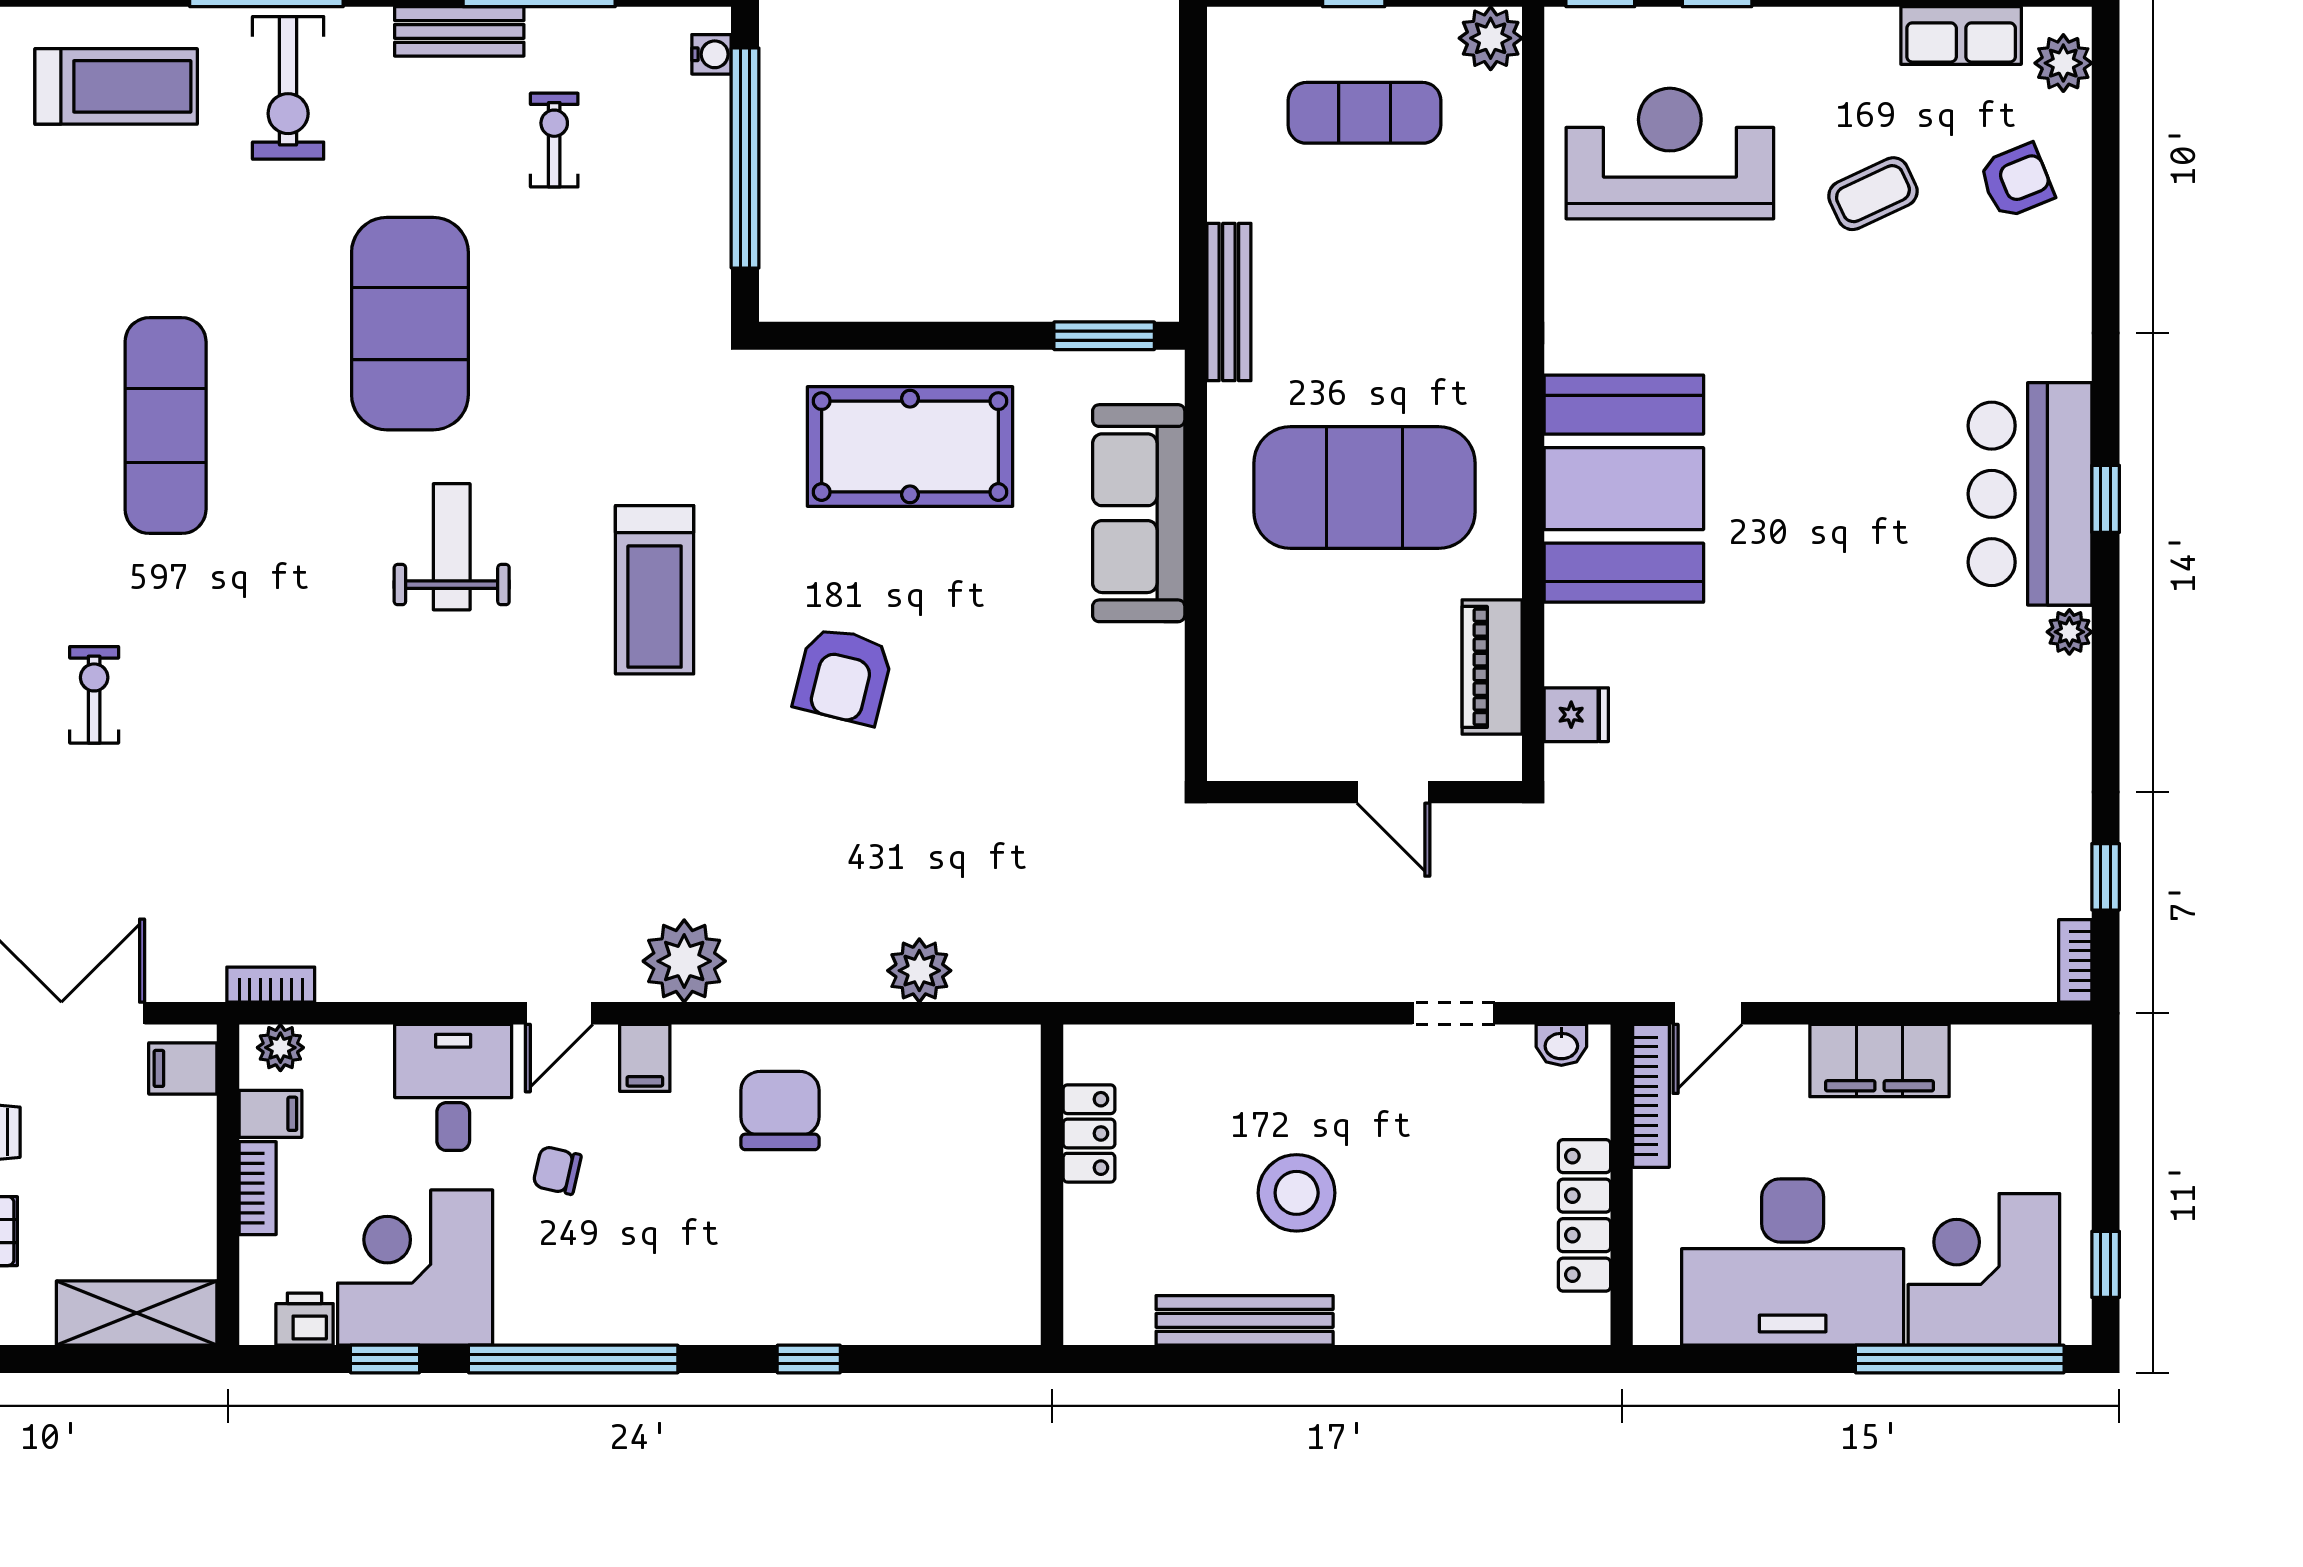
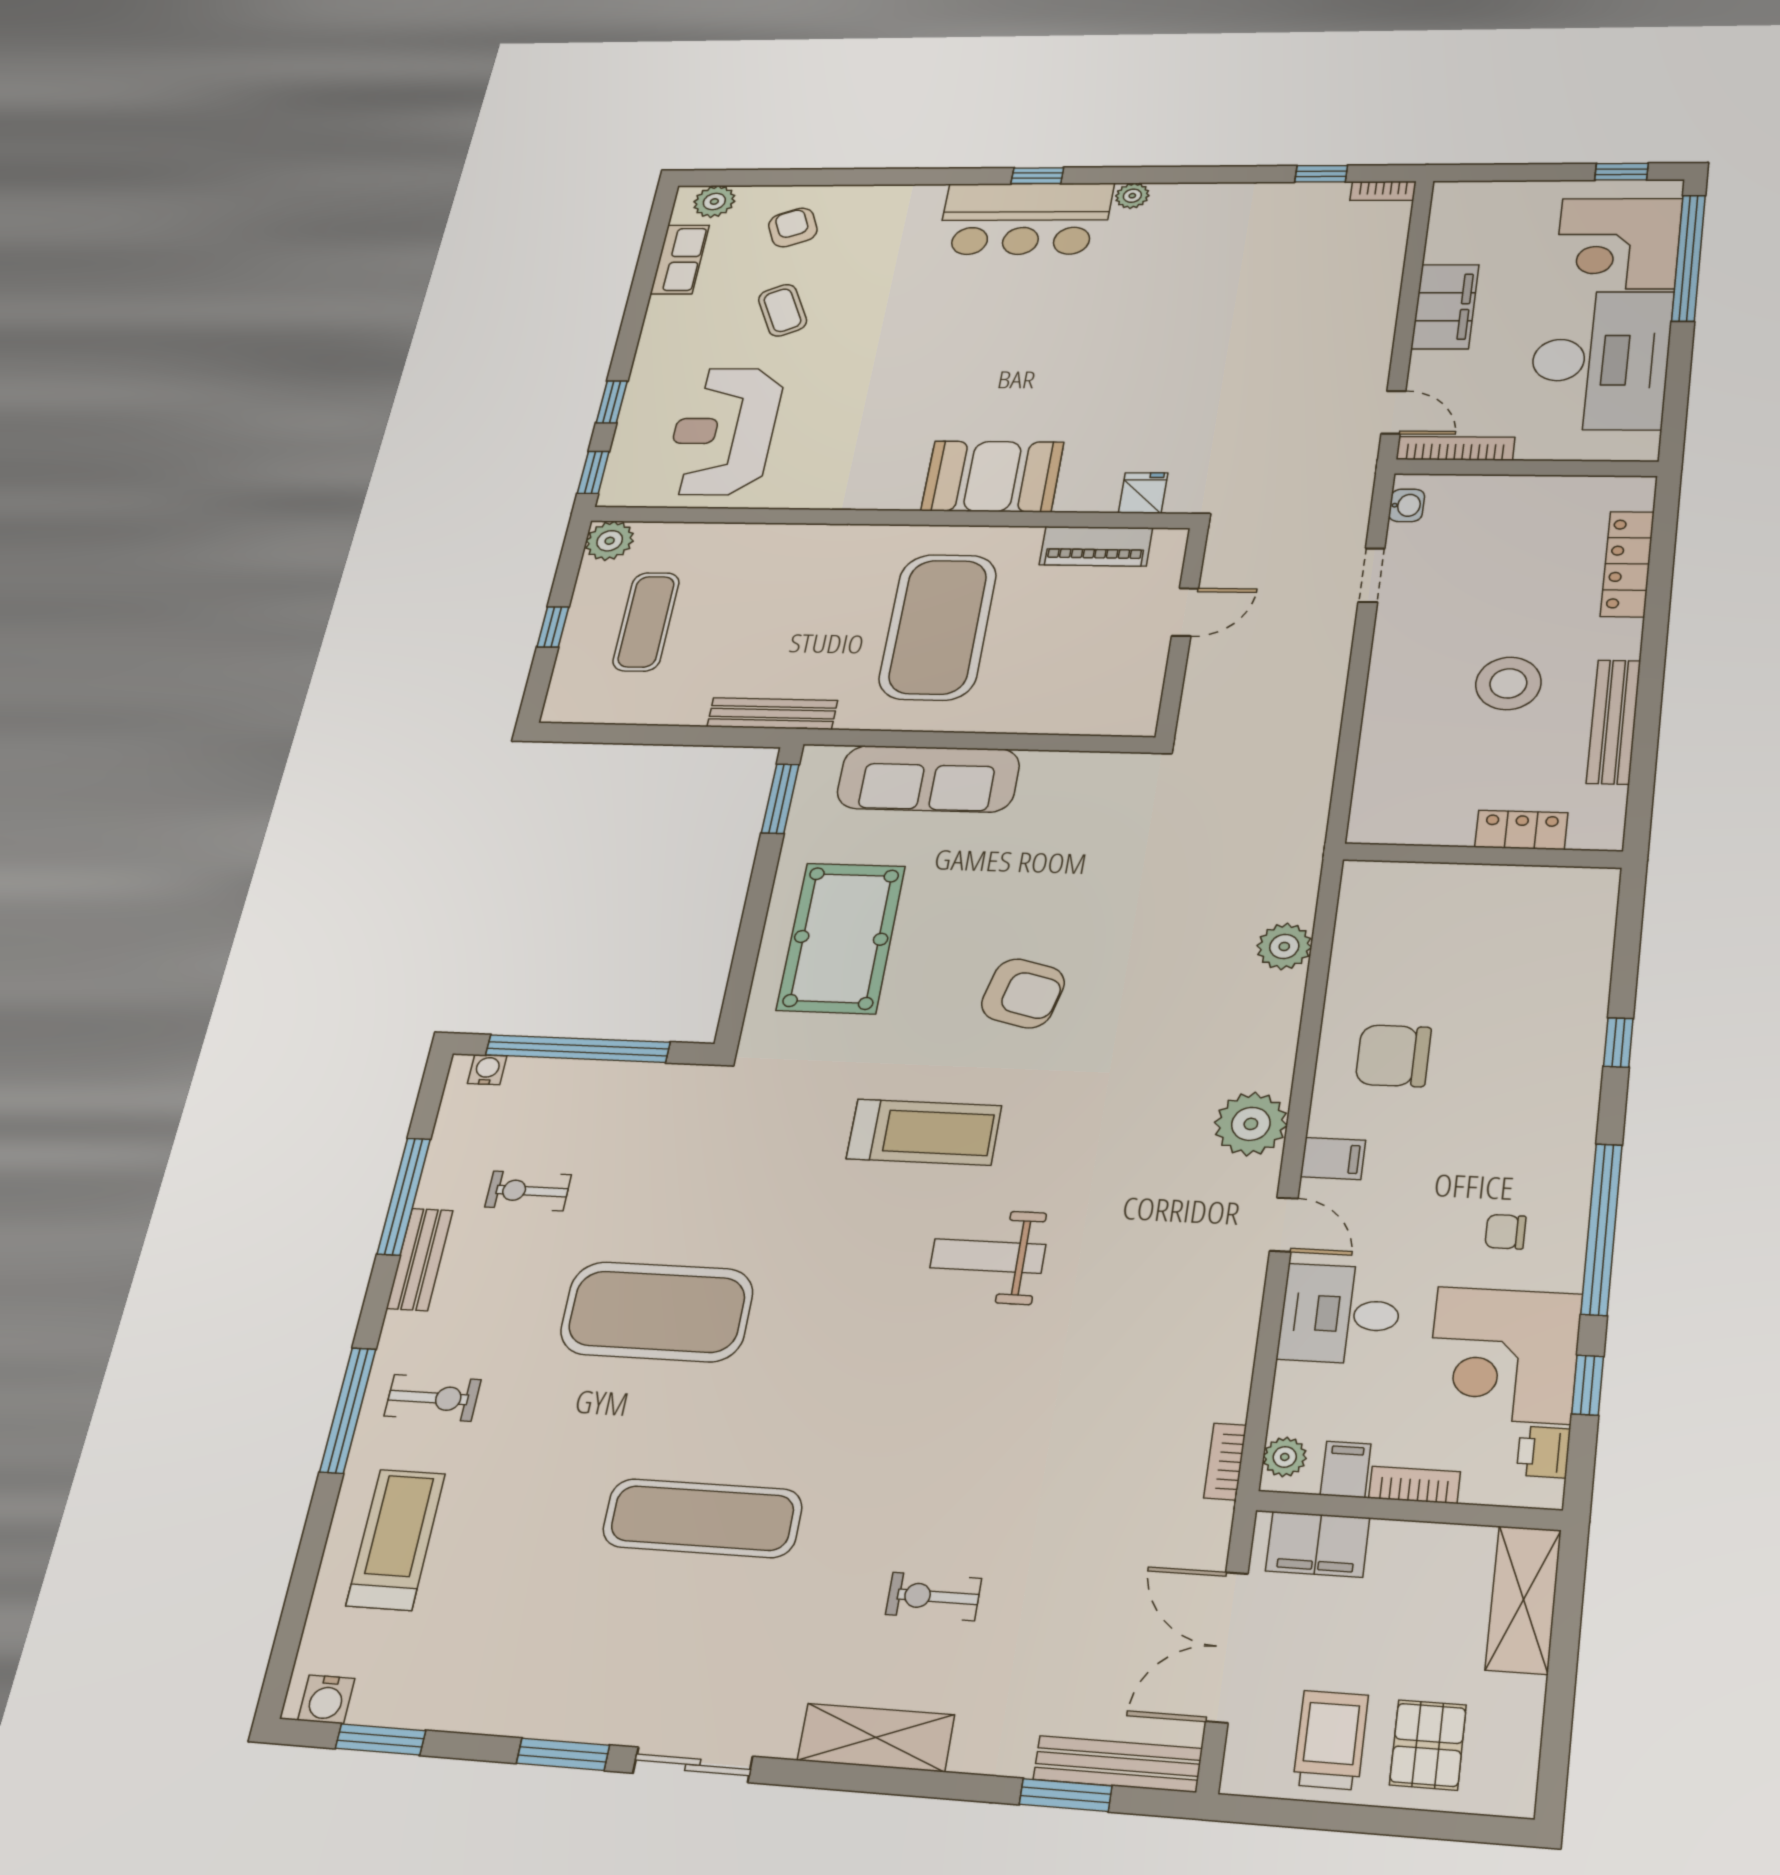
exercise bike: (288, 88) -> (433, 1398), width x0.73, depth x0.72
booth: (1624, 489) -> (992, 476), width x0.73, depth x0.70
weight bench: (452, 547) -> (988, 1256), moved
filing cabinet: (183, 1068) -> (1318, 1544), width x2.00
locker: (1089, 1133) -> (1521, 830), moved
chair: (557, 1170) -> (1505, 1232), moved, turned 77
locker: (1584, 1215) -> (1627, 564), moved, turned 90

